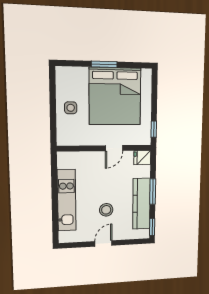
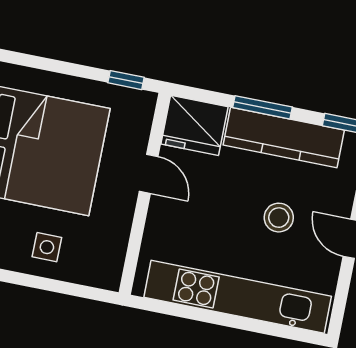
fridge: (142, 158) -> (195, 125), width x1.88, depth x1.34
kitchen unit: (67, 200) -> (238, 297), width x1.36

